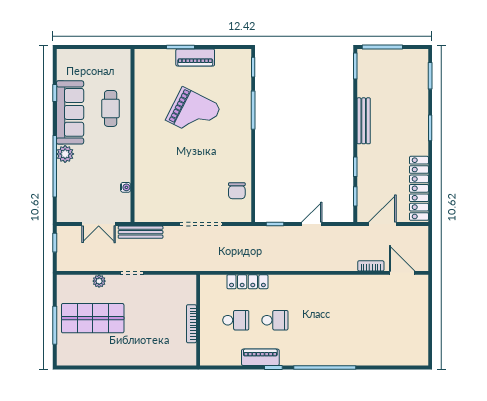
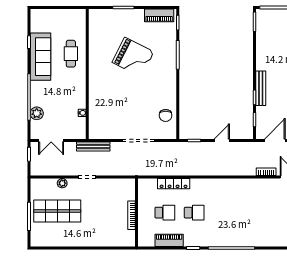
piano: (195, 58) -> (159, 15), moved
bench: (364, 121) -> (261, 88), moved
plant: (65, 154) -> (37, 113), moved
double door: (99, 224) -> (51, 140), moved
piano: (260, 357) -> (169, 240), moved

